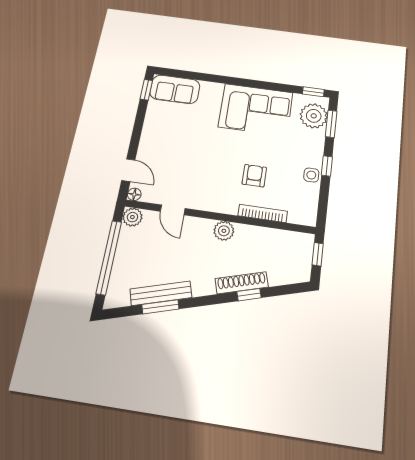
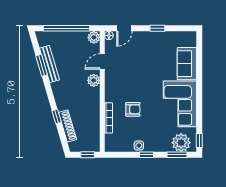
sofa: (175, 89) -> (187, 64), moved
window: (146, 90) -> (157, 28), moved
plant: (224, 231) -> (94, 80), moved
shoe rack: (242, 283) -> (67, 126), moved

